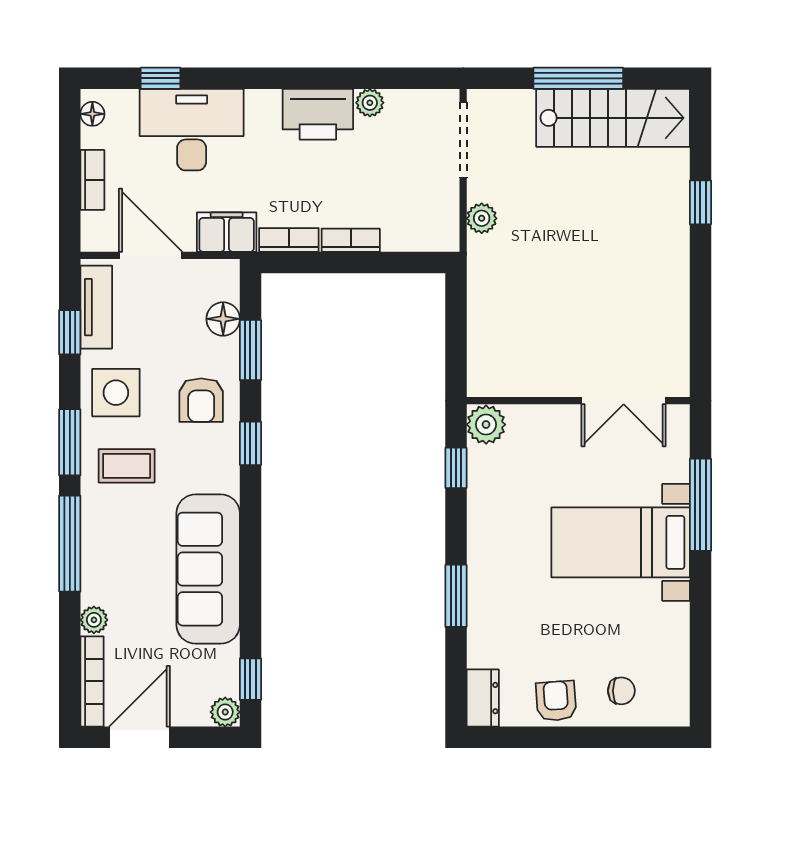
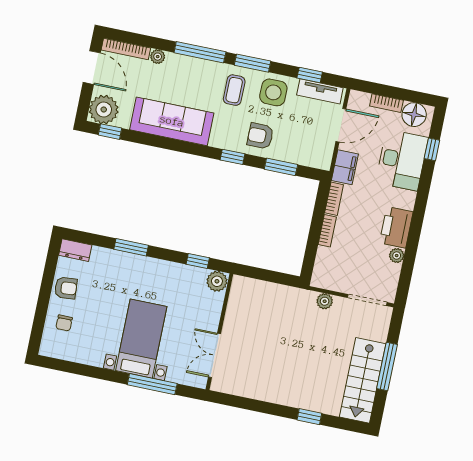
floor lamp: (92, 114) -> (414, 115), width x1.89, depth x1.89
floor lamp: (223, 319) -> (300, 156), removed
plant: (225, 712) -> (104, 110), width x1.87, depth x1.87

